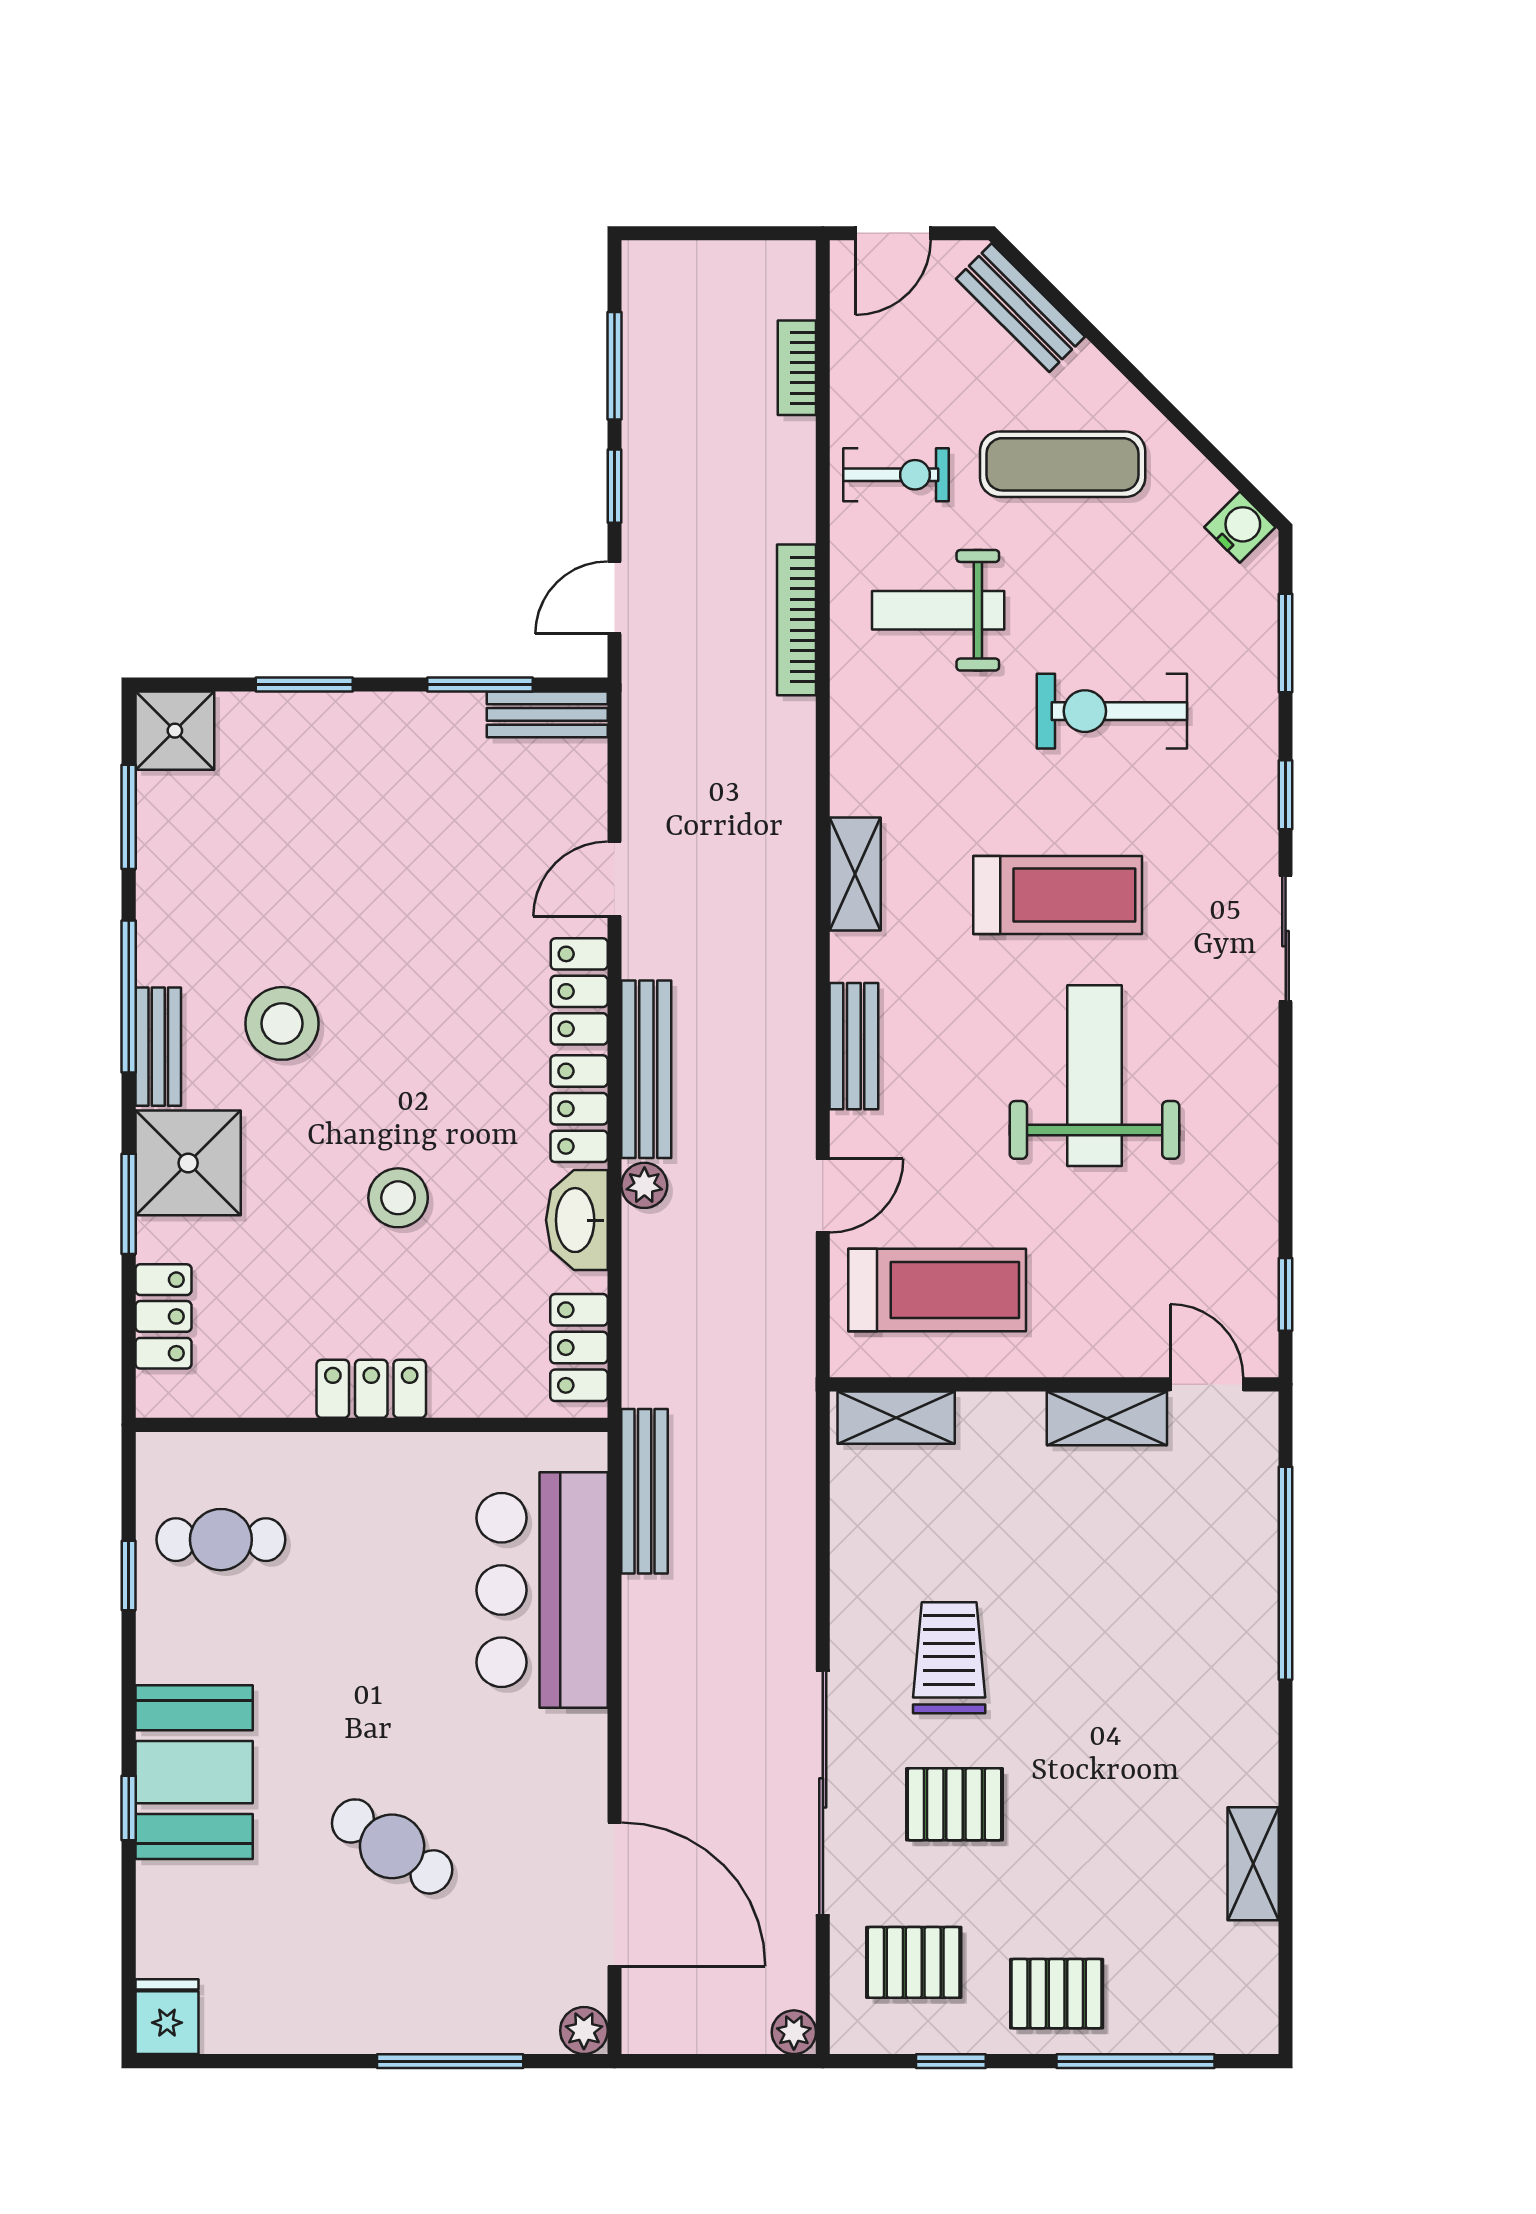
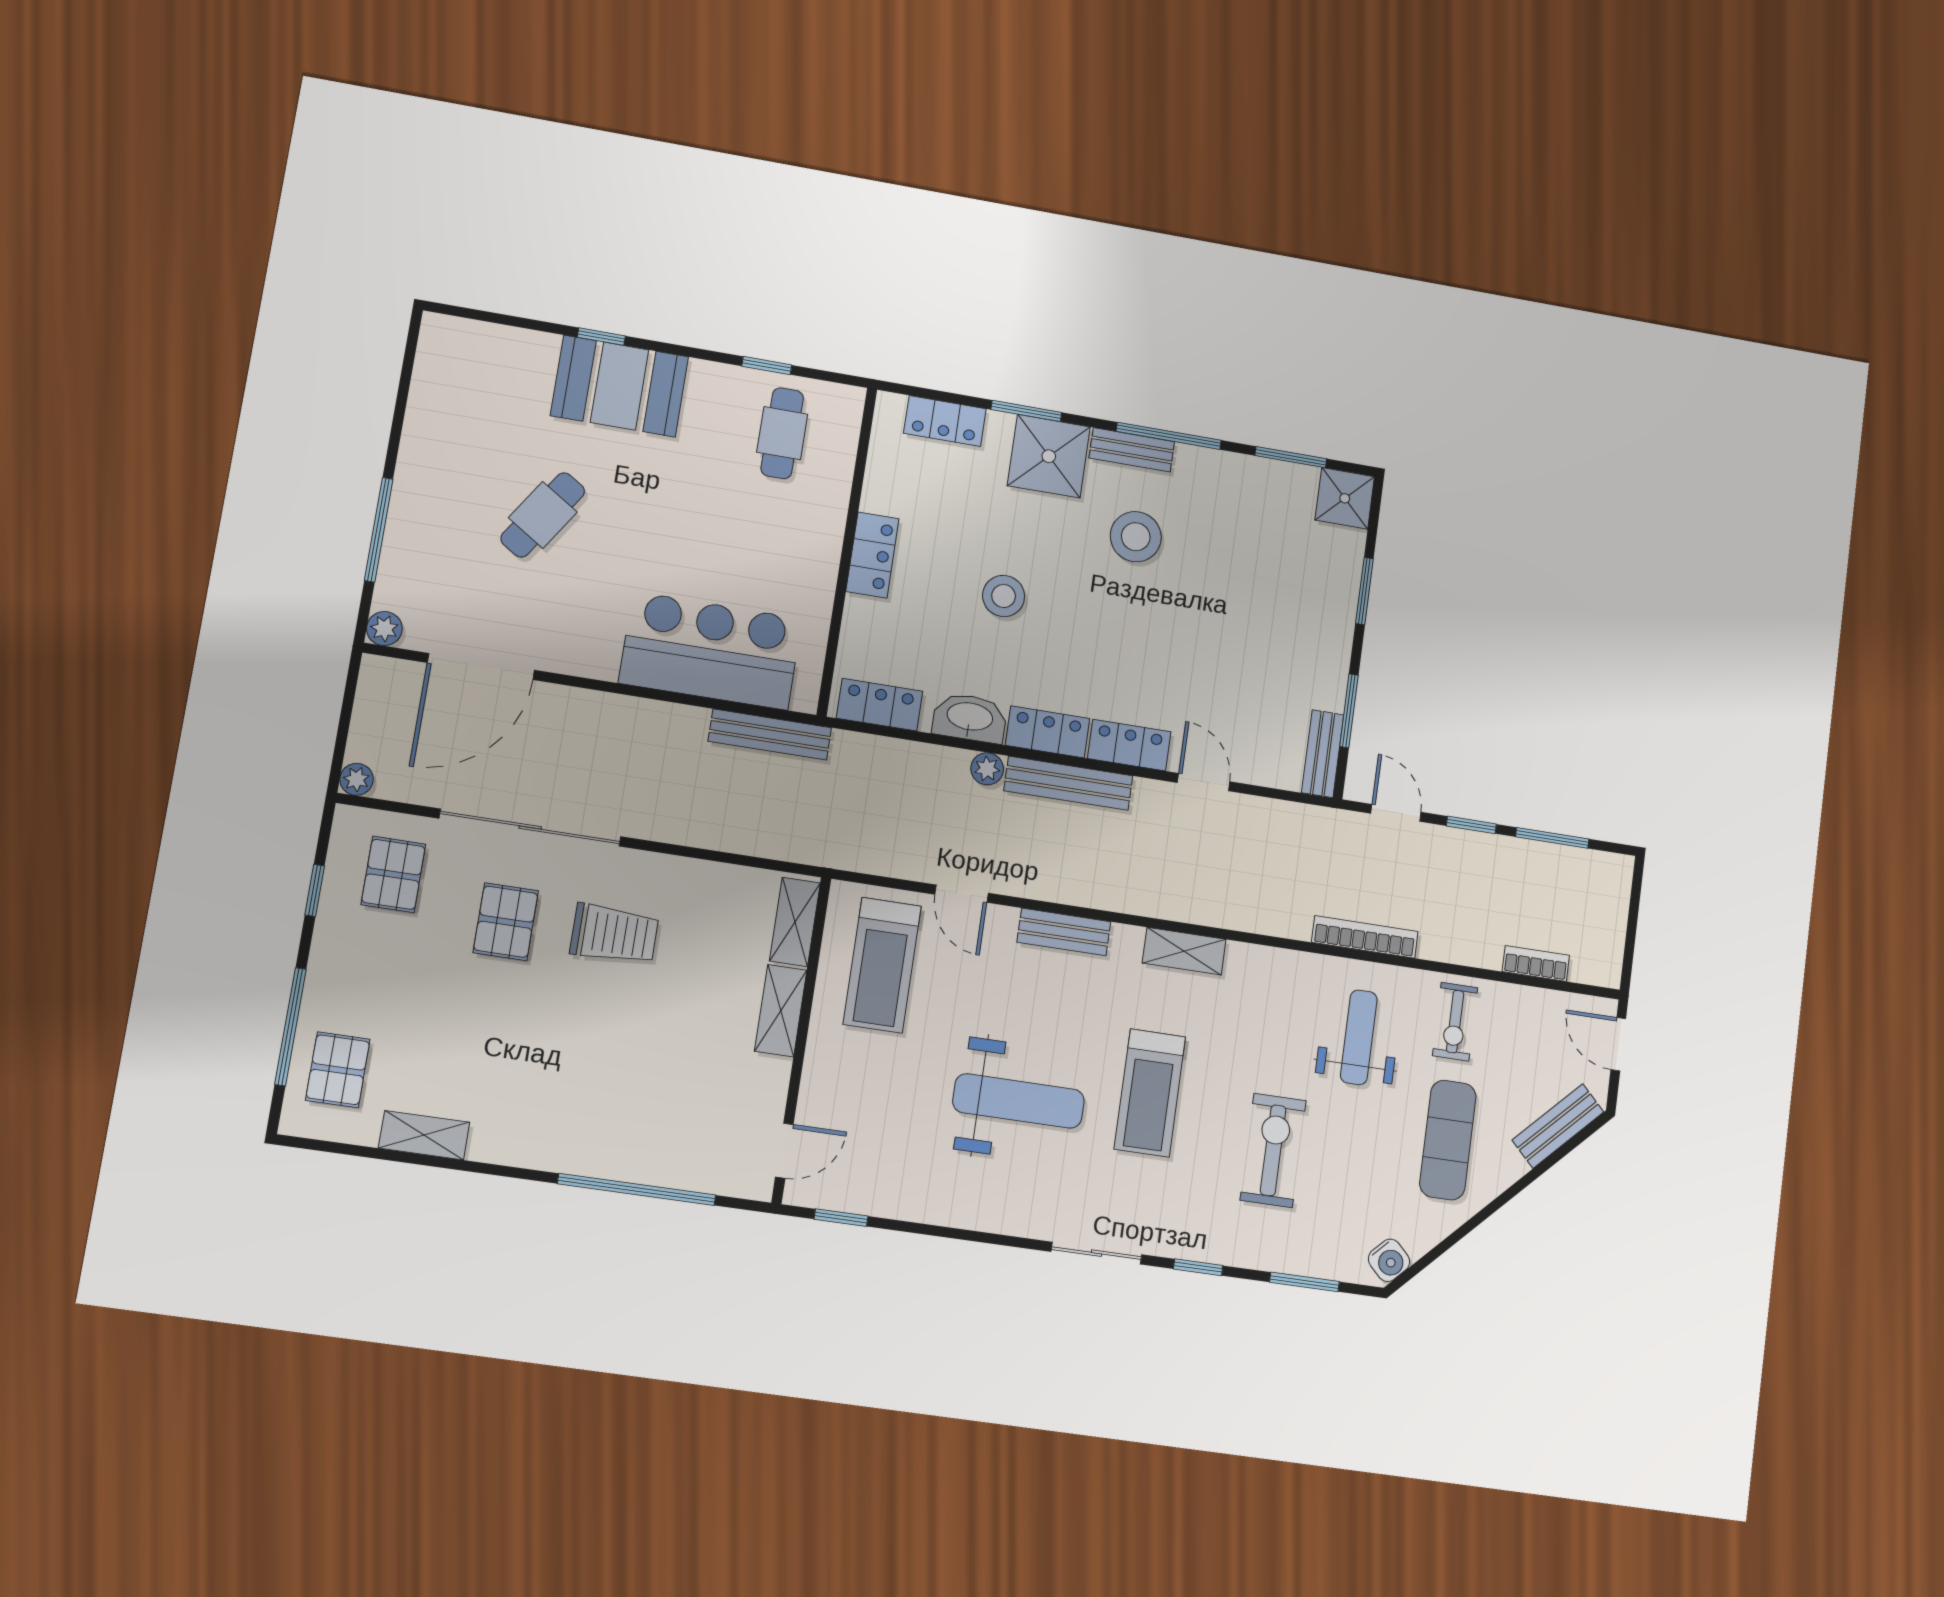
shelving: (1107, 1418) -> (781, 1011), moved
pallet: (1057, 1994) -> (338, 1070), moved
fridge: (167, 2017) -> (446, 337), removed

